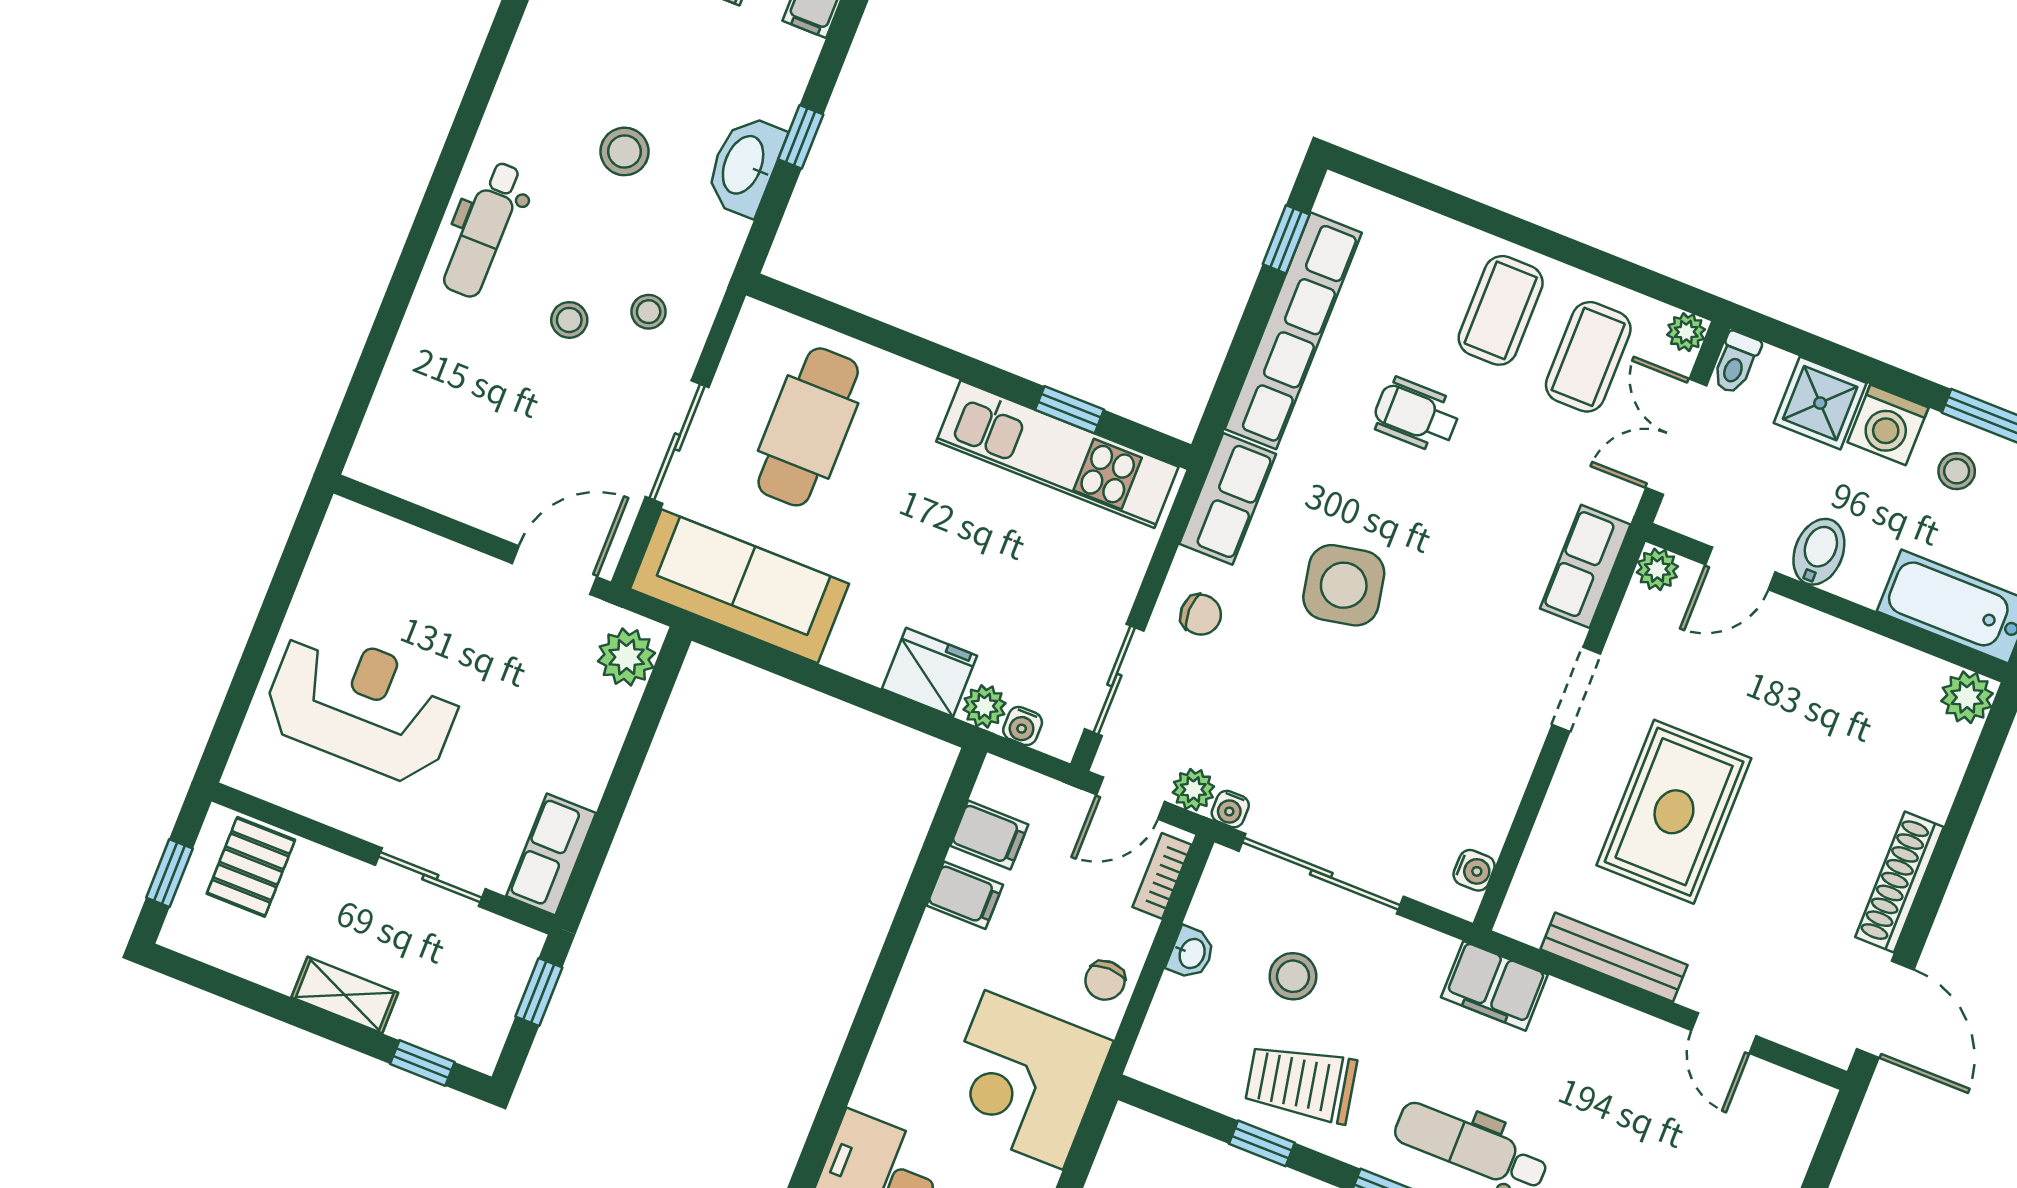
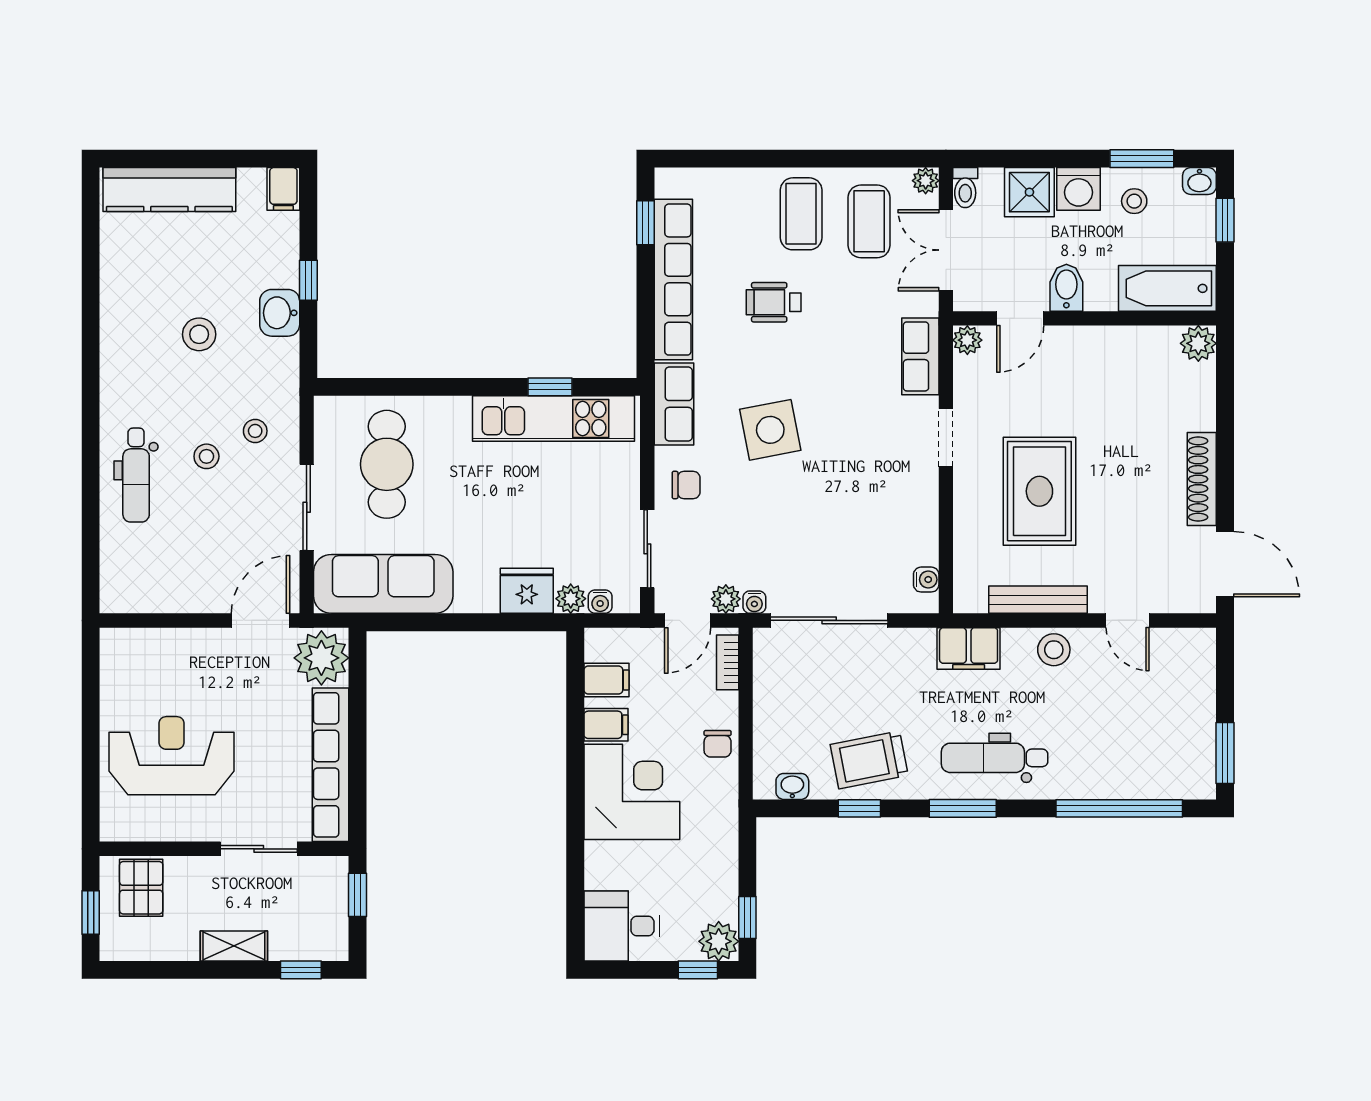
washbasin: (745, 165) -> (280, 313), width x0.72
dental chair: (484, 229) -> (136, 475), moved
plant: (627, 657) -> (321, 658), width x1.36, depth x1.36
row of seats: (551, 854) -> (330, 765), width x2.02
washbasin: (1191, 953) -> (792, 786), moved, turned -90
stool: (1293, 976) -> (1054, 650), moved
corner desk: (1024, 1080) -> (632, 792), moved, turned 180

